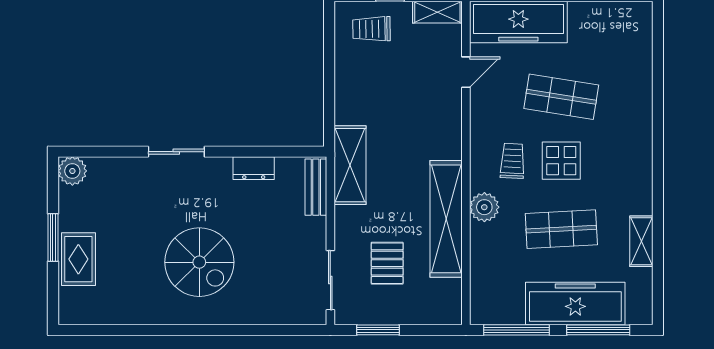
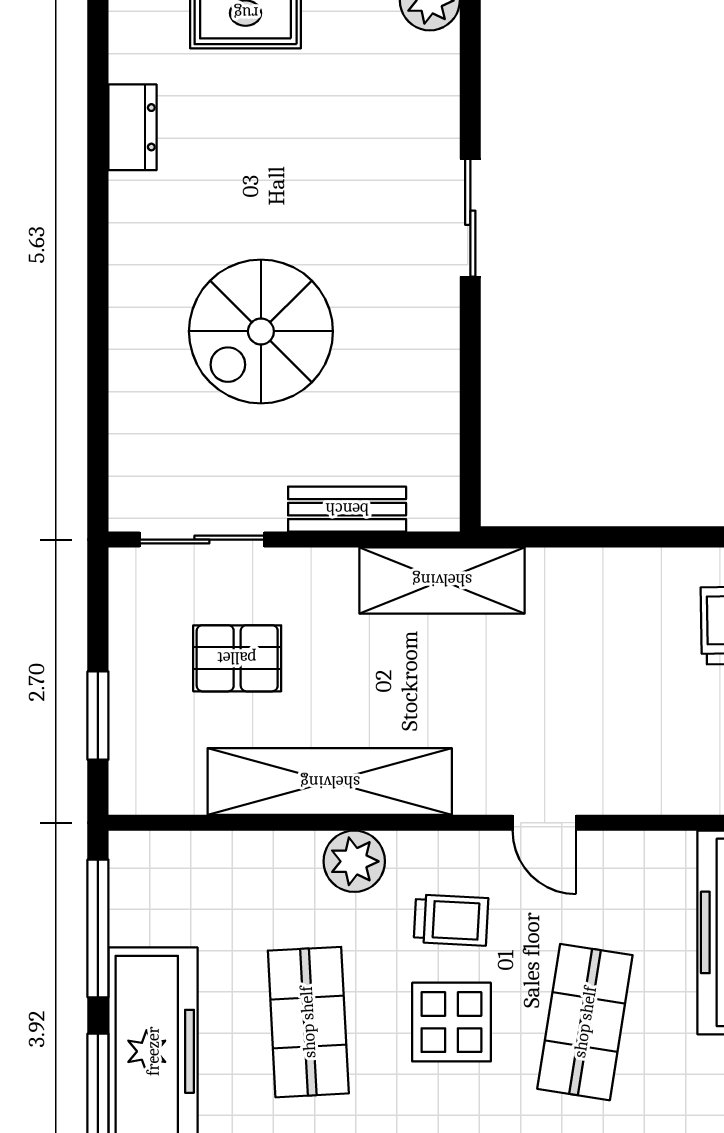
door: (466, 72) -> (544, 823), moved
dresser: (254, 168) -> (132, 127), moved, turned 180
bench: (316, 187) -> (347, 509), moved
spiral stairs: (199, 262) -> (261, 331), moved
window: (378, 330) -> (98, 716), moved

